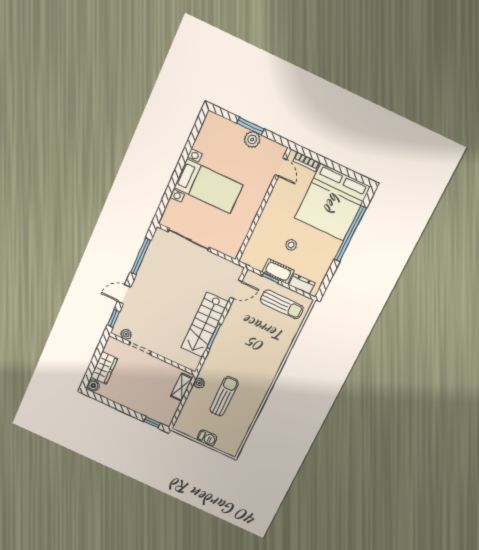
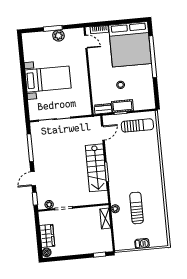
dresser: (302, 284) -> (103, 109), moved

